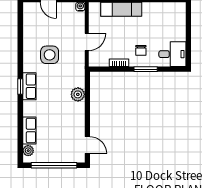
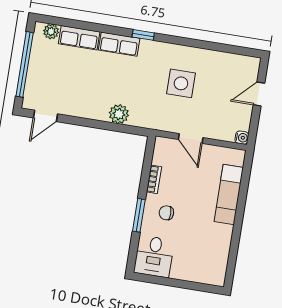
row of seats: (29, 86) -> (119, 44), moved

